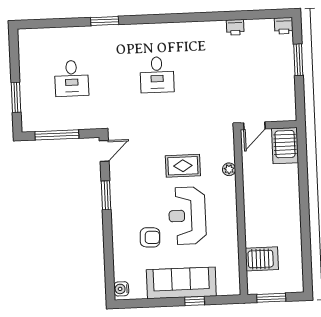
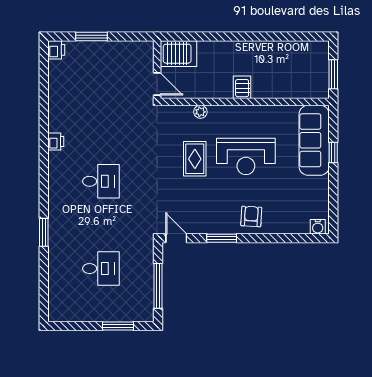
printer: (235, 27) -> (56, 141), moved
armchair: (150, 237) -> (251, 216), moved
server rack: (262, 259) -> (242, 87), moved, width x0.73, depth x0.70
sofa: (181, 283) -> (314, 140), moved

